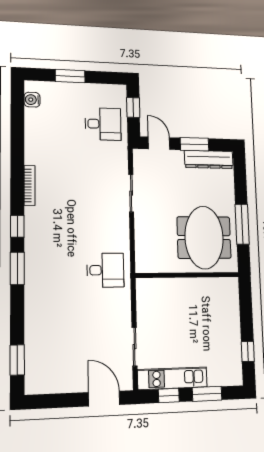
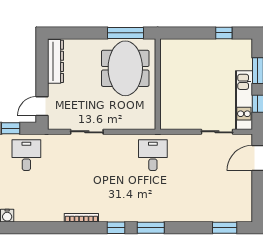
window: (194, 144) -> (42, 74), removed
window: (242, 224) -> (126, 33), moved
meeting table: (204, 238) -> (125, 68), turned 90

